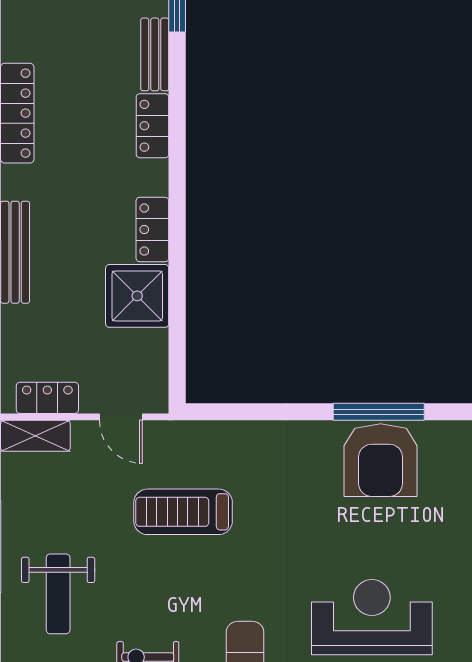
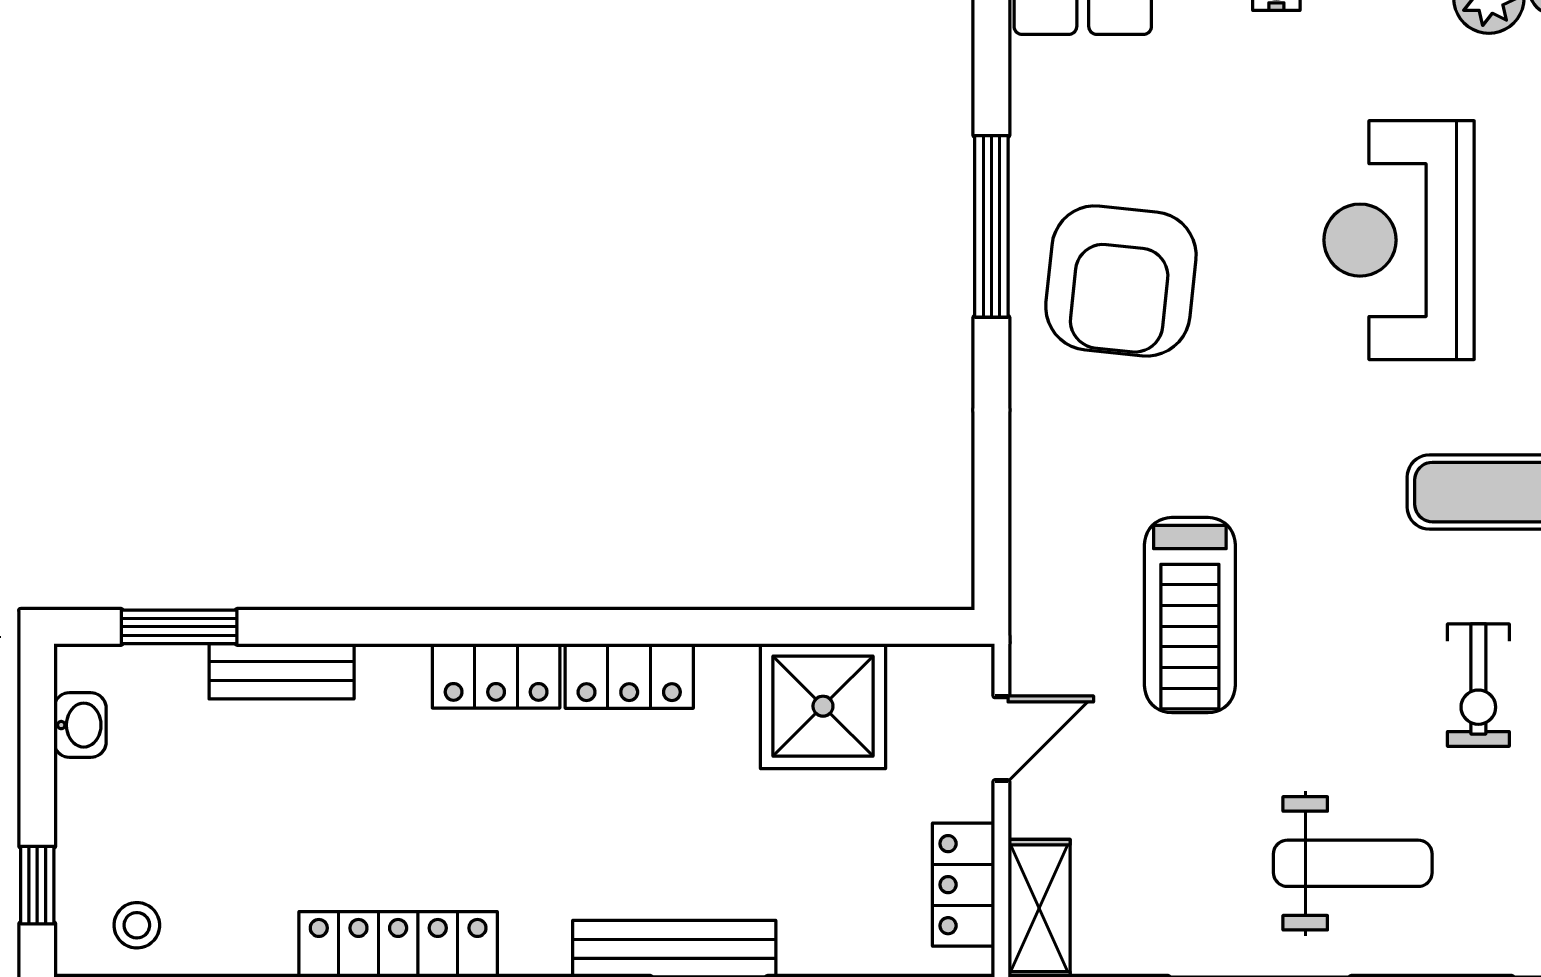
locker: (152, 126) -> (496, 676), moved
shower: (137, 296) -> (823, 706), moved
armchair: (381, 460) -> (1121, 281), moved, turned 96

